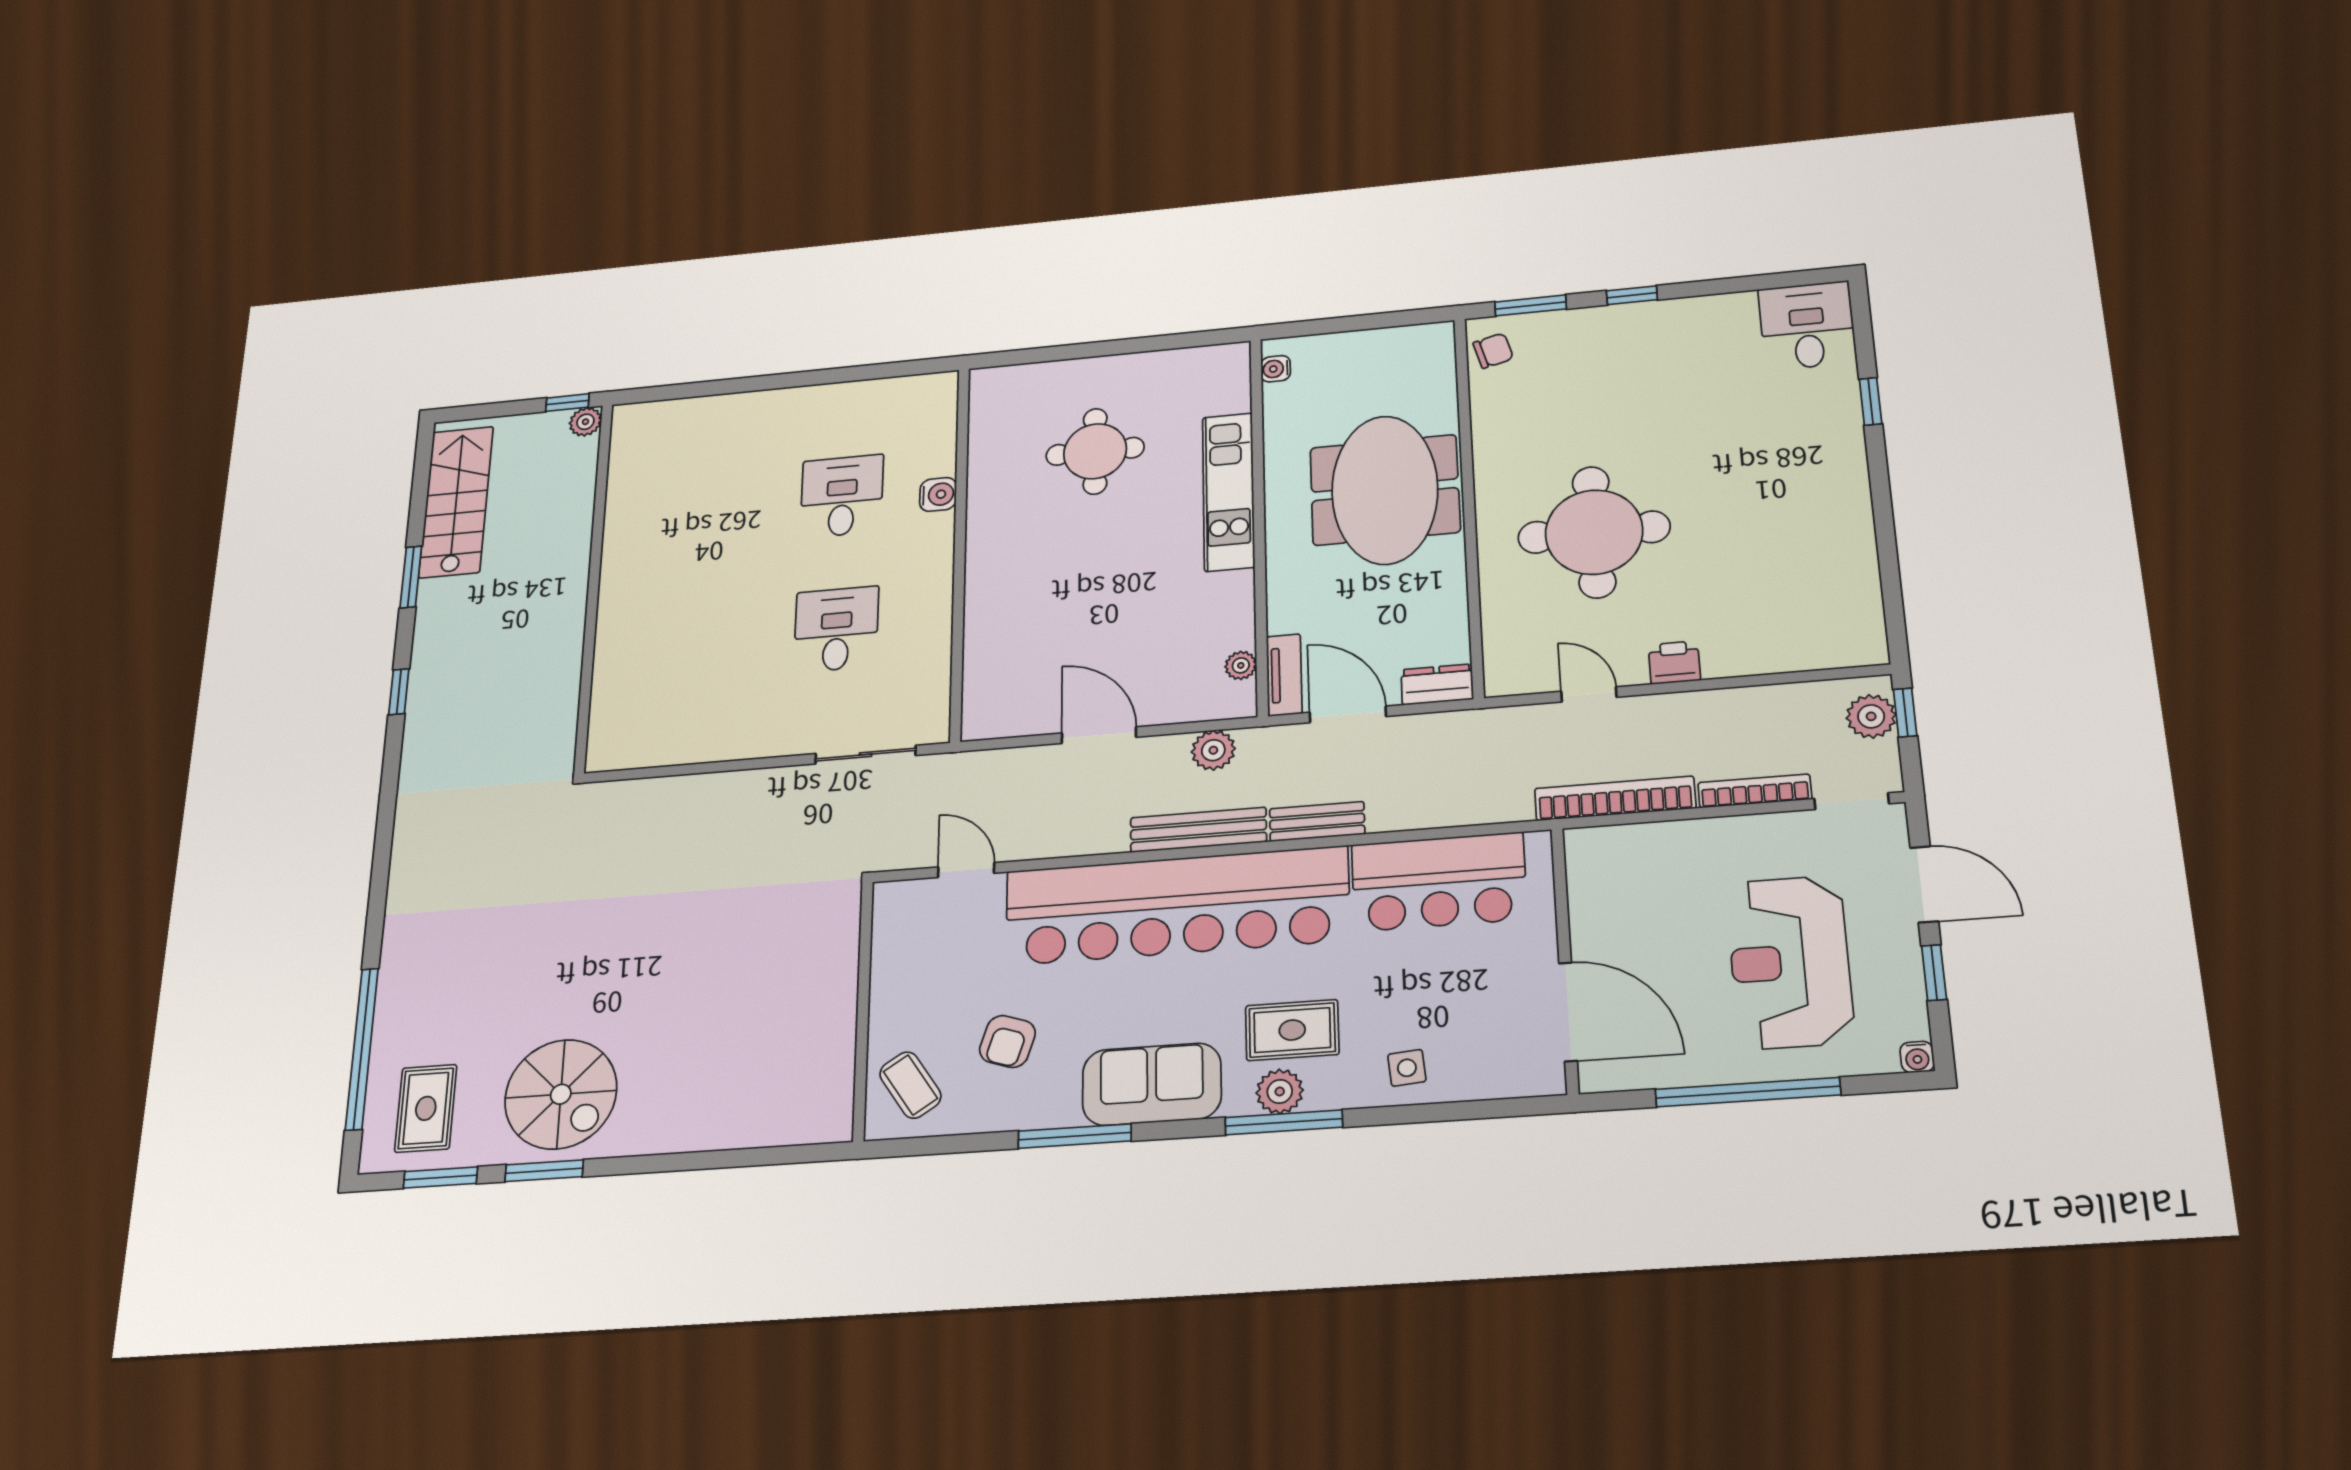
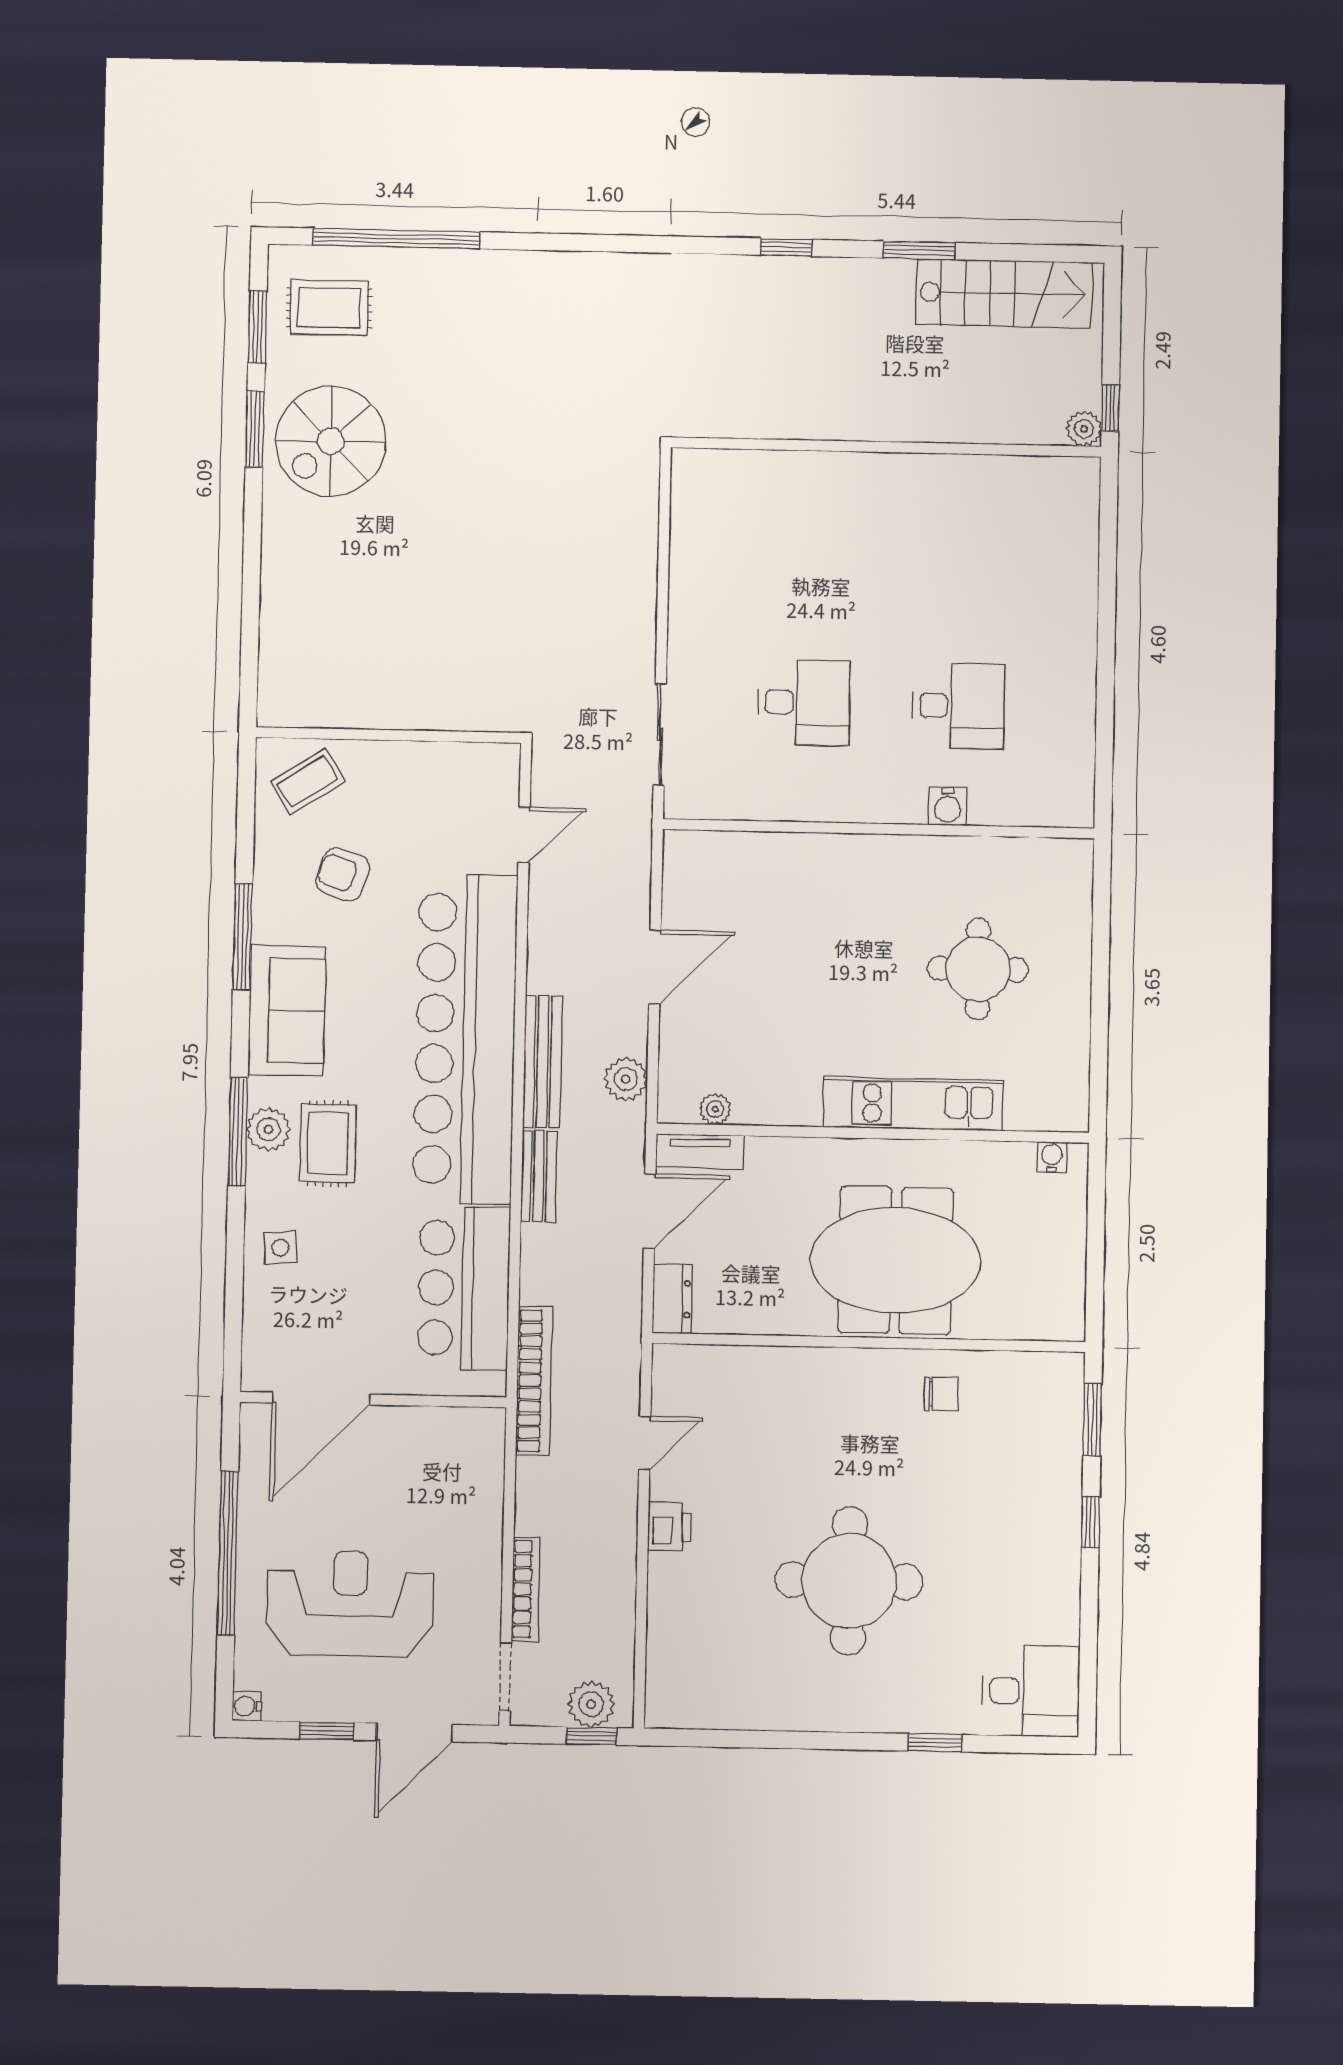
chair: (1493, 351) -> (941, 1394), moved, turned -75
round table: (1594, 532) -> (849, 1581), moved
bookcase: (1615, 798) -> (534, 1381), moved

